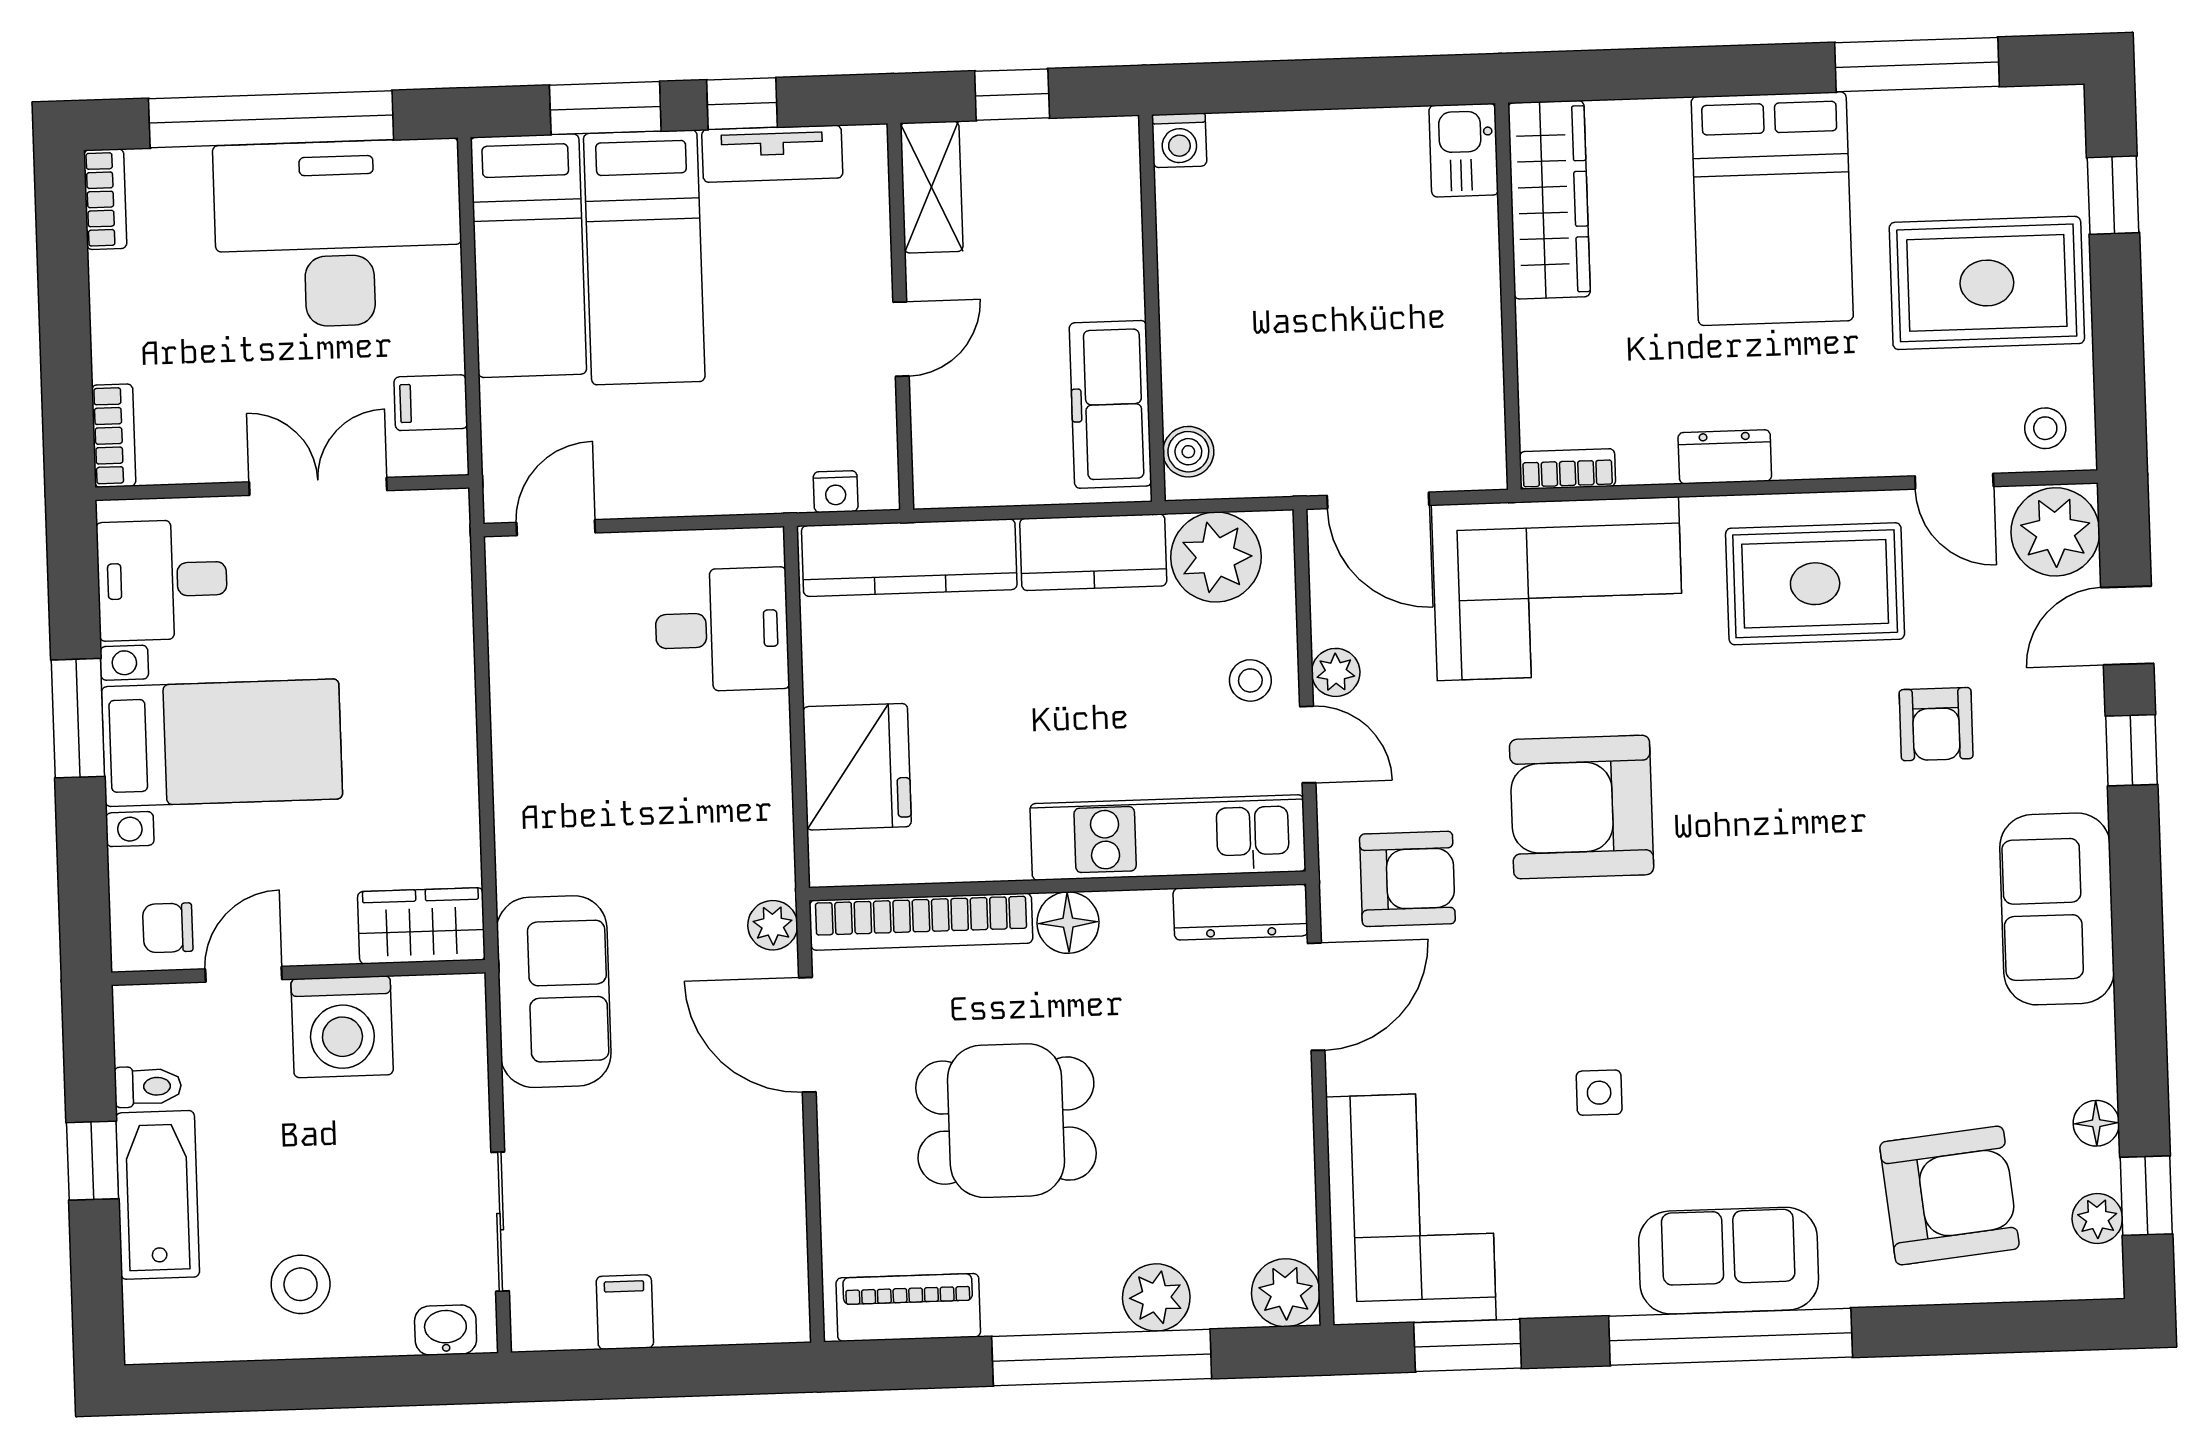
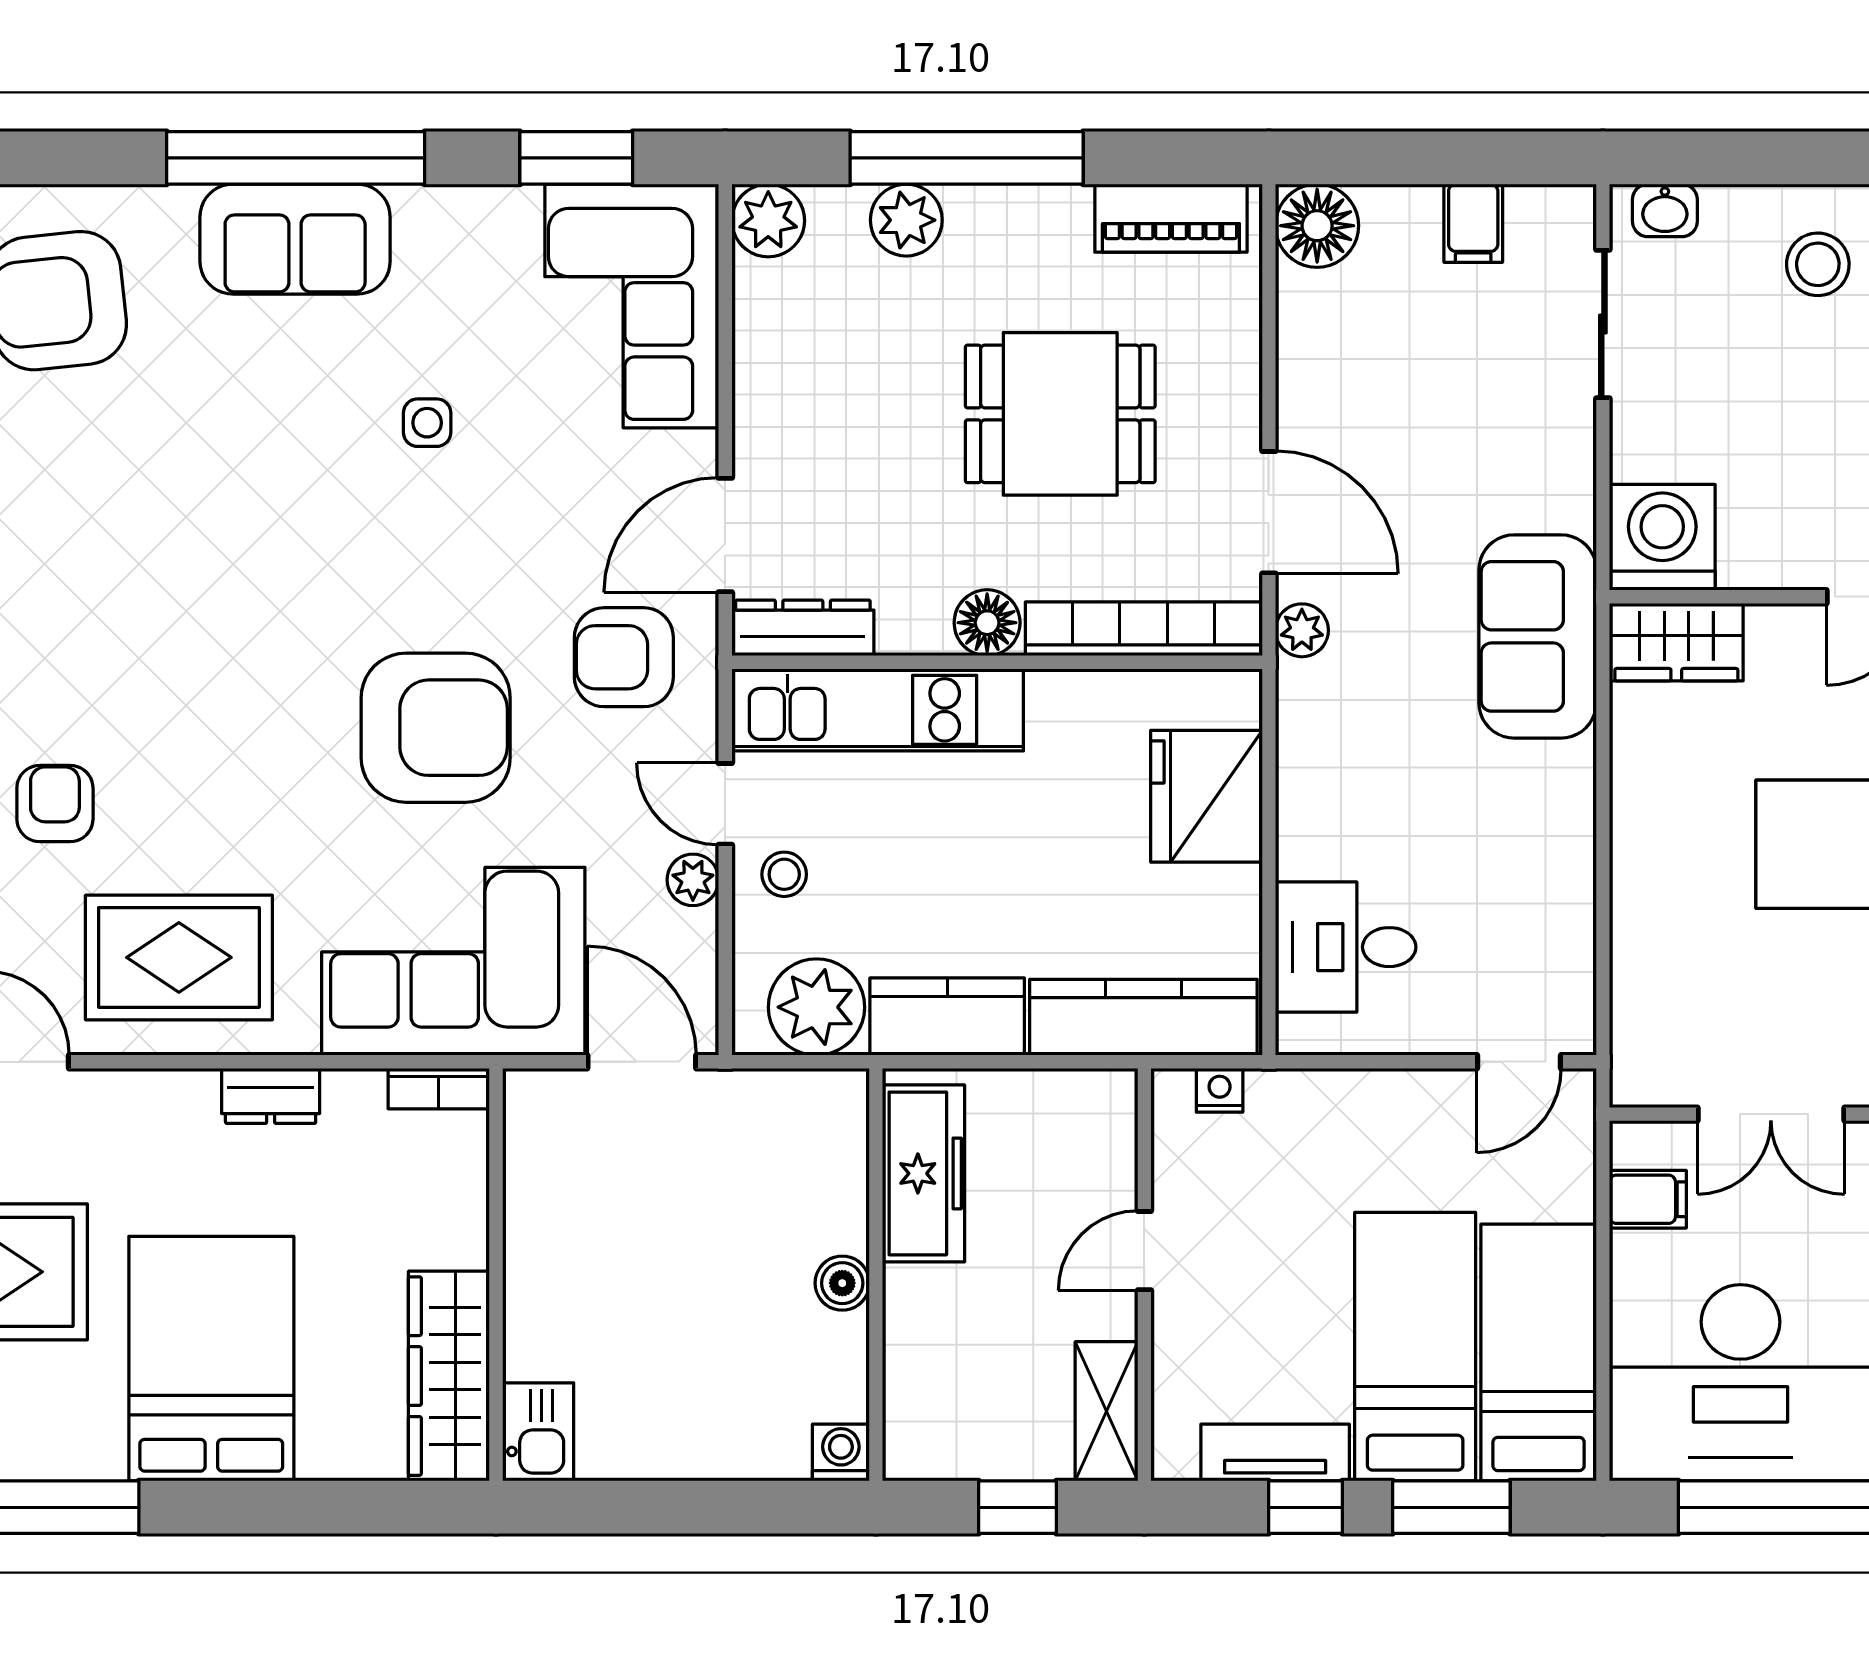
boiler: (1188, 452) -> (842, 1283), moved
sofa: (554, 992) -> (1538, 636), moved
washing machine: (342, 1027) -> (1662, 537), moved
floor lamp: (771, 1305) -> (1317, 226), added

